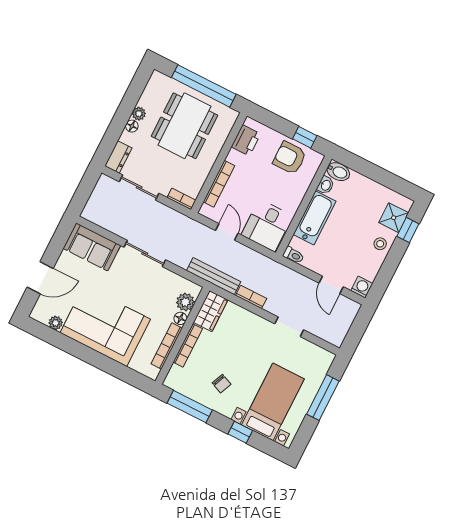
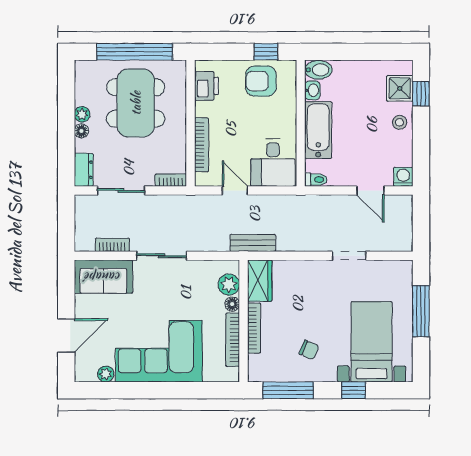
bench: (214, 276) -> (253, 243), width x0.73
bookcase: (251, 297) -> (112, 245), moved

